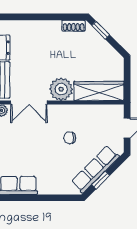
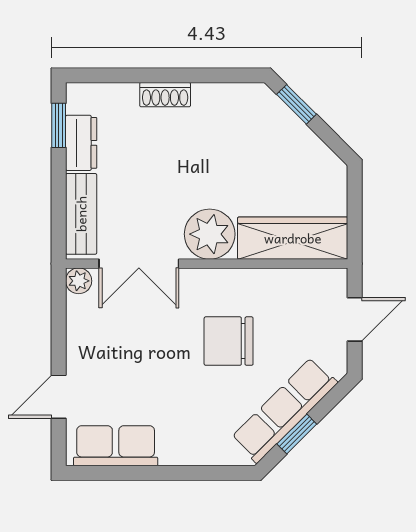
shoe rack: (73, 26) -> (165, 95), moved
chair: (70, 138) -> (229, 341), width x1.87, depth x1.87

